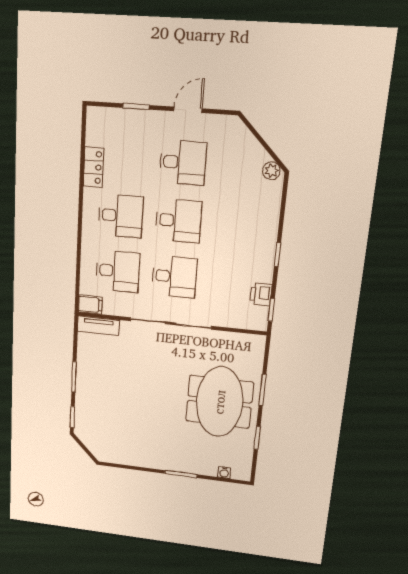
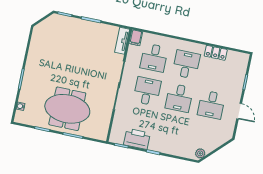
desk: (121, 216) -> (186, 64), turned 180
desk: (174, 277) -> (147, 91), turned 180
printer: (261, 295) -> (137, 139), width x1.87, depth x1.48

